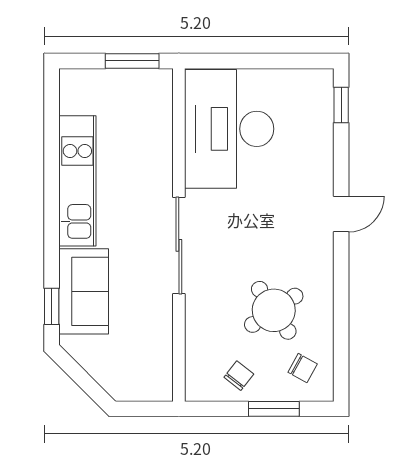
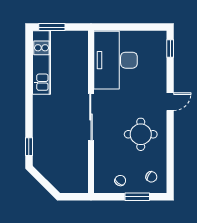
window: (132, 61) -> (52, 27), moved
kitchen unit: (77, 181) -> (42, 62), moved
sofa: (84, 291) -> (45, 139), removed
round table: (274, 310) -> (141, 134), moved, turned 34

